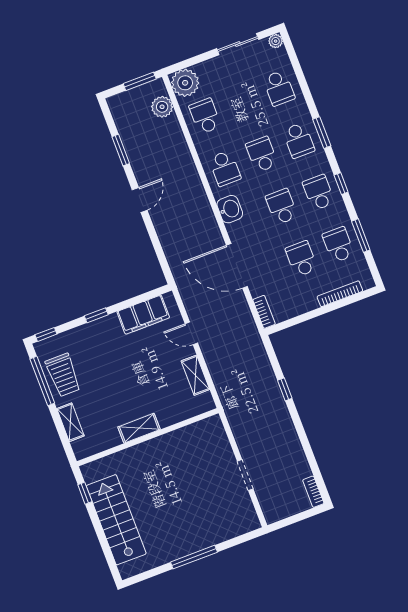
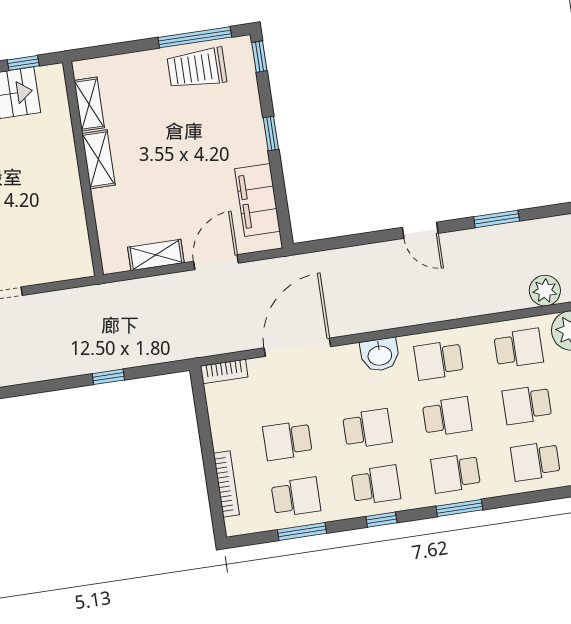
school desk: (242, 102) -> (527, 405), added
school desk: (301, 259) -> (288, 440), turned 180
door: (191, 333) -> (216, 262), width x1.38
shelving: (71, 422) -> (89, 104), moved, turned 90

